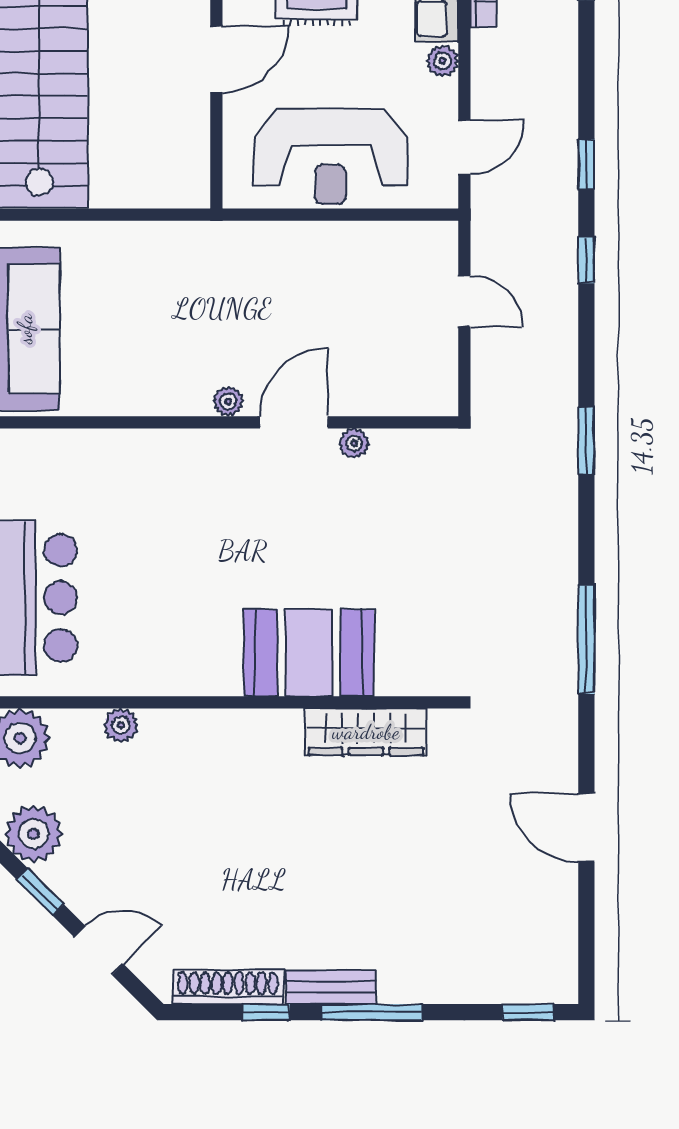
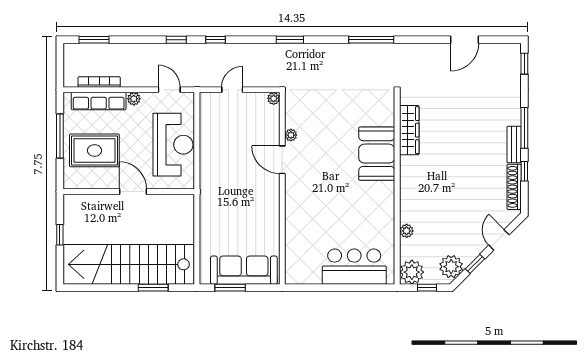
plant: (228, 401) -> (274, 98), moved
door: (586, 827) -> (465, 40), moved

